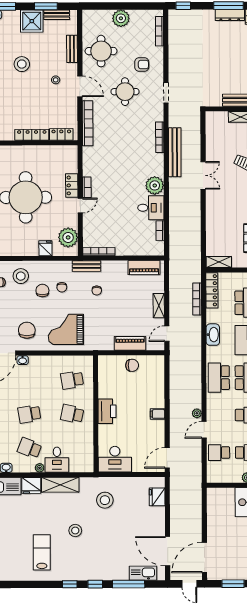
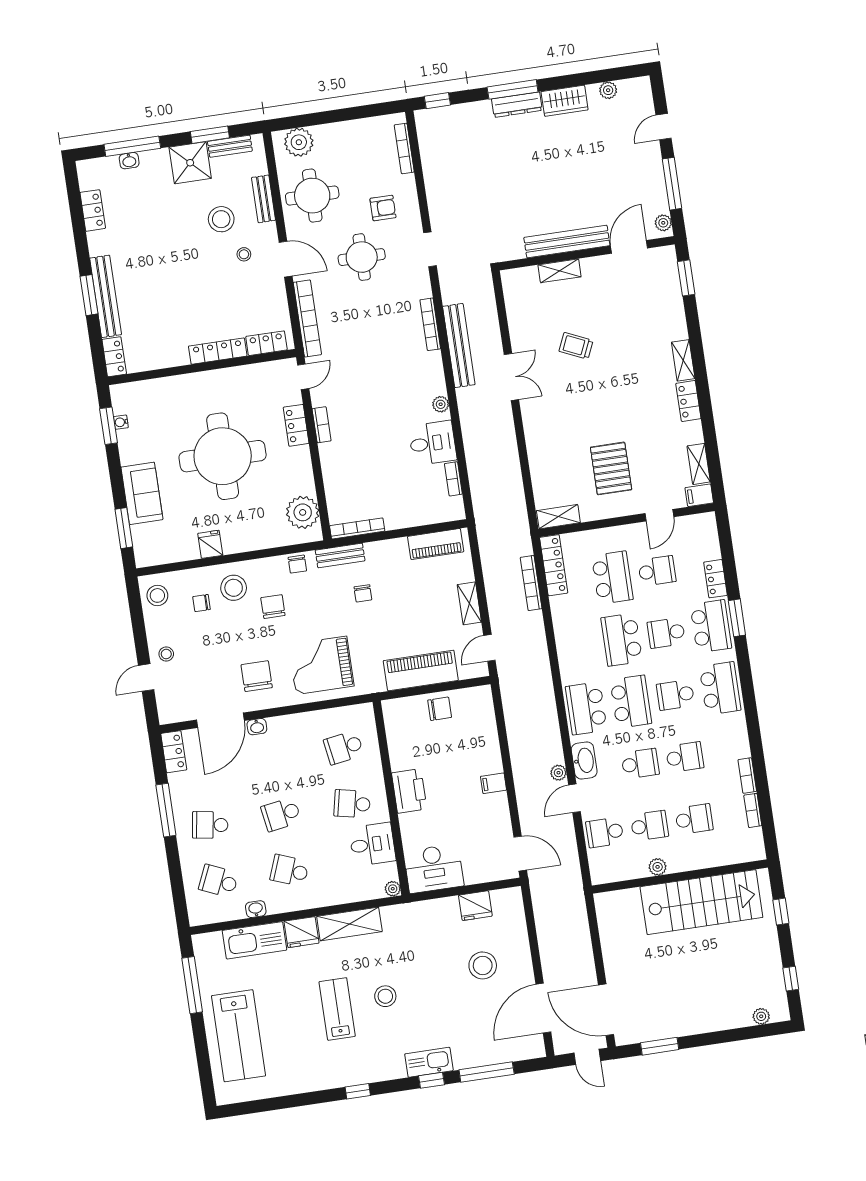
plant: (121, 18) -> (299, 142), moved
stool: (22, 64) -> (221, 219), moved
plant: (155, 185) -> (441, 404), width x0.53, depth x0.53
door: (80, 205) -> (303, 377), moved
fridge: (45, 248) -> (210, 544), moved
chair: (62, 287) -> (297, 564), moved
washbasin: (213, 335) -> (584, 761), moved
piano: (130, 343) -> (421, 671), width x1.37, depth x1.33
door: (167, 458) -> (520, 854), swing flipped
desk: (57, 460) -> (372, 844), moved, turned -90
plant: (40, 468) -> (393, 889), moved
fridge: (157, 497) -> (475, 906), moved, turned -90
stool: (105, 500) -> (483, 965), moved
door: (168, 551) -> (543, 1008), hinge flipped
lab bench: (42, 552) -> (337, 1009), moved
door: (204, 558) -> (606, 1010), hinge flipped
kitchen sink: (143, 573) -> (429, 1062), moved
window: (70, 584) -> (358, 1091), moved

